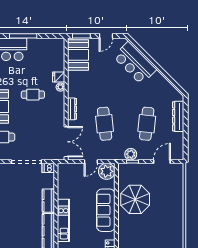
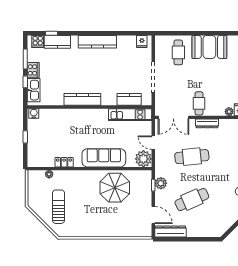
cafe table: (33, 95) -> (199, 103), moved
dresser: (178, 116) -> (170, 232), moved
cafe table: (147, 124) -> (192, 200), turned -30
dishwasher: (48, 168) -> (147, 99), removed
kitchen counter: (48, 201) -> (129, 99), moved
kitchen unit: (63, 220) -> (130, 115), moved

